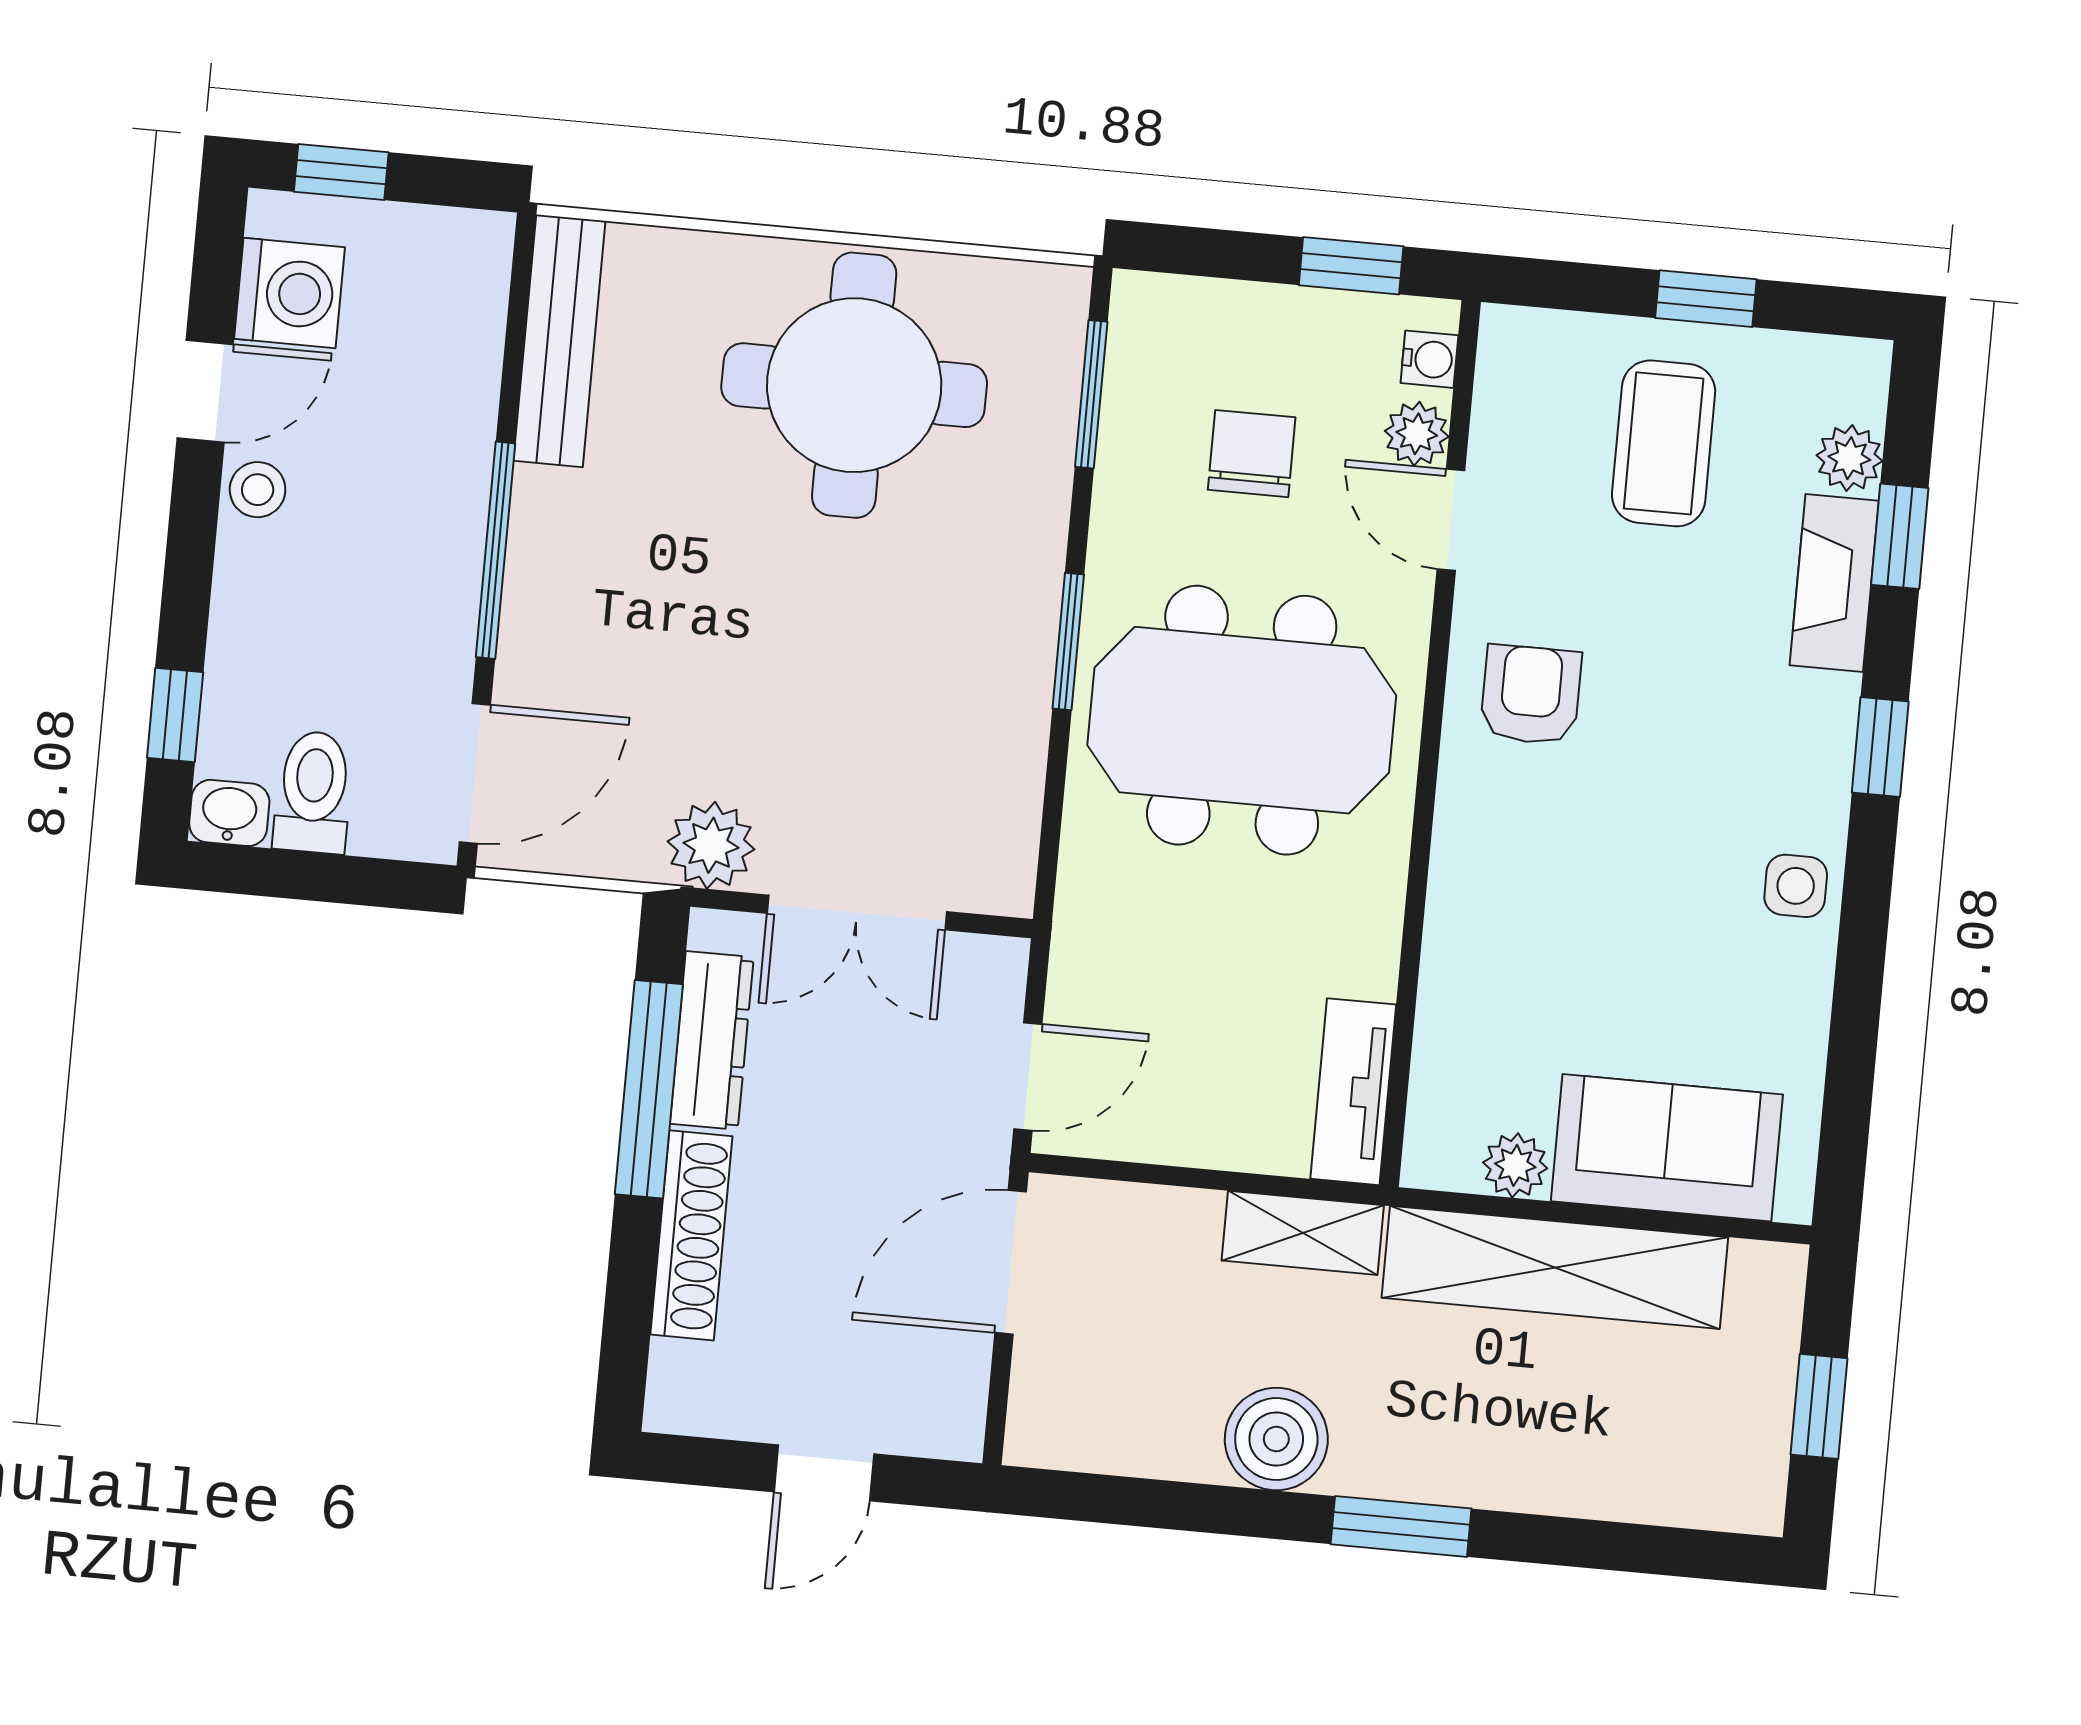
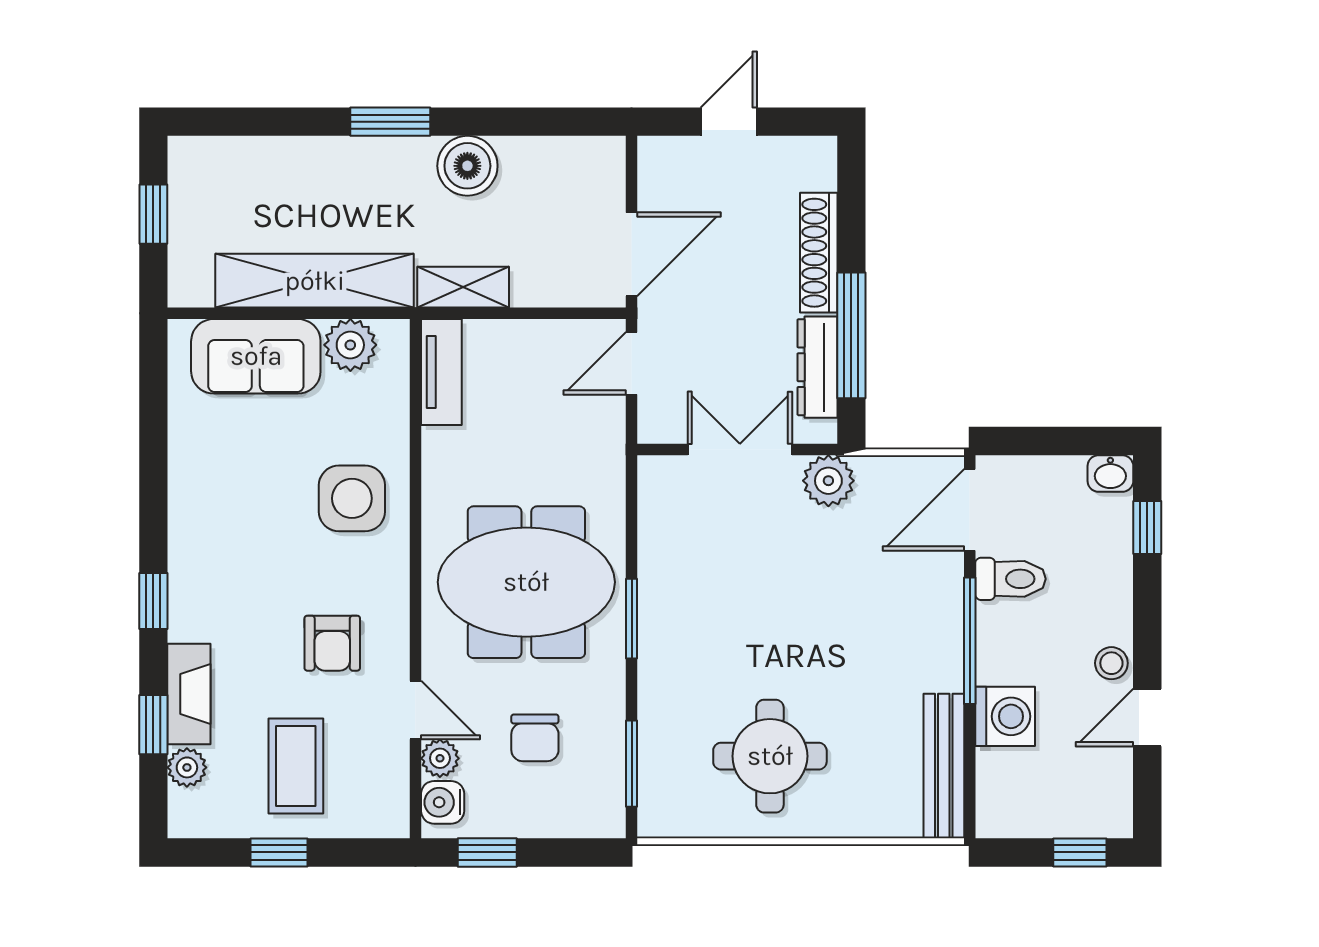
washing machine: (289, 293) -> (1005, 716), moved, turned 180
water cooler: (1429, 359) -> (443, 802), width x1.38, depth x1.38
round table: (854, 385) -> (770, 756), width x0.73, depth x0.73
armchair: (1531, 695) -> (332, 643), moved
toilet: (313, 792) -> (1010, 579), moved, turned -90
side table: (1796, 886) -> (352, 498), moved, width x1.87, depth x1.87
plant: (1515, 1165) -> (350, 345), width x1.38, depth x1.38

